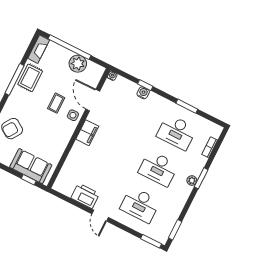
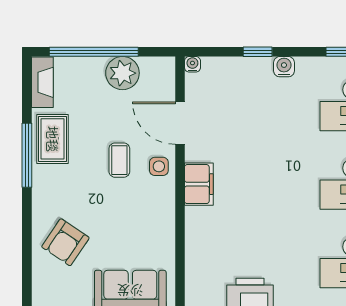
water cooler: (143, 93) -> (284, 67), moved

